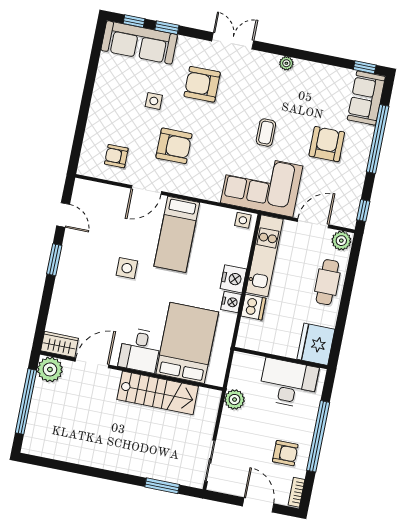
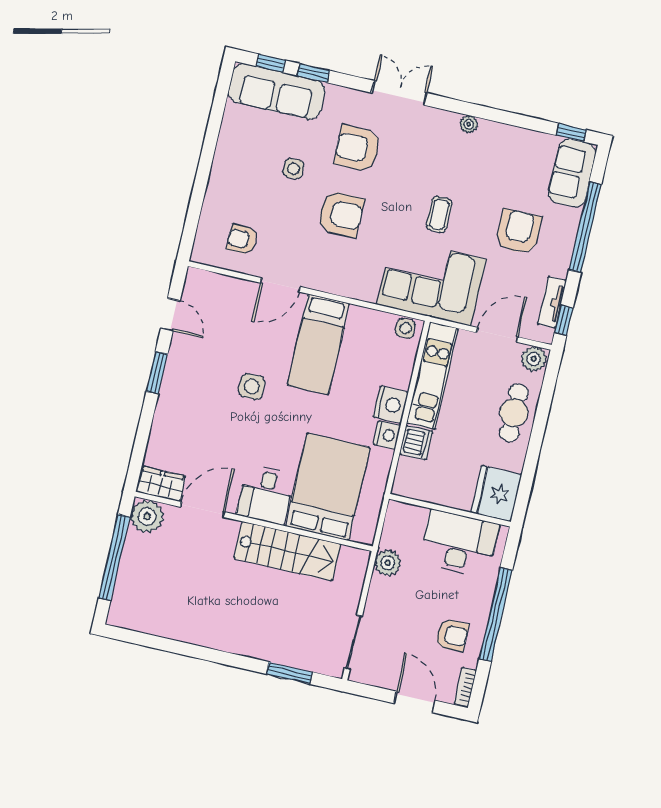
armchair: (174, 146) -> (341, 214), moved
tv unit: (354, 197) -> (552, 302), added

